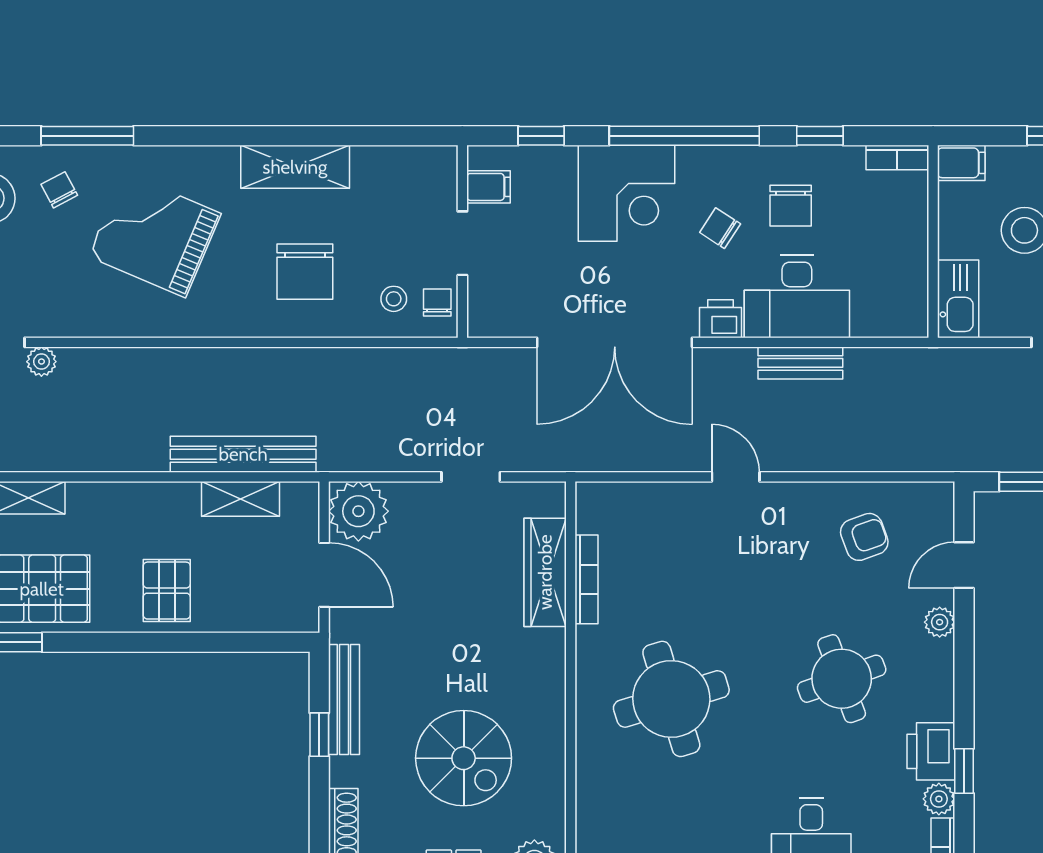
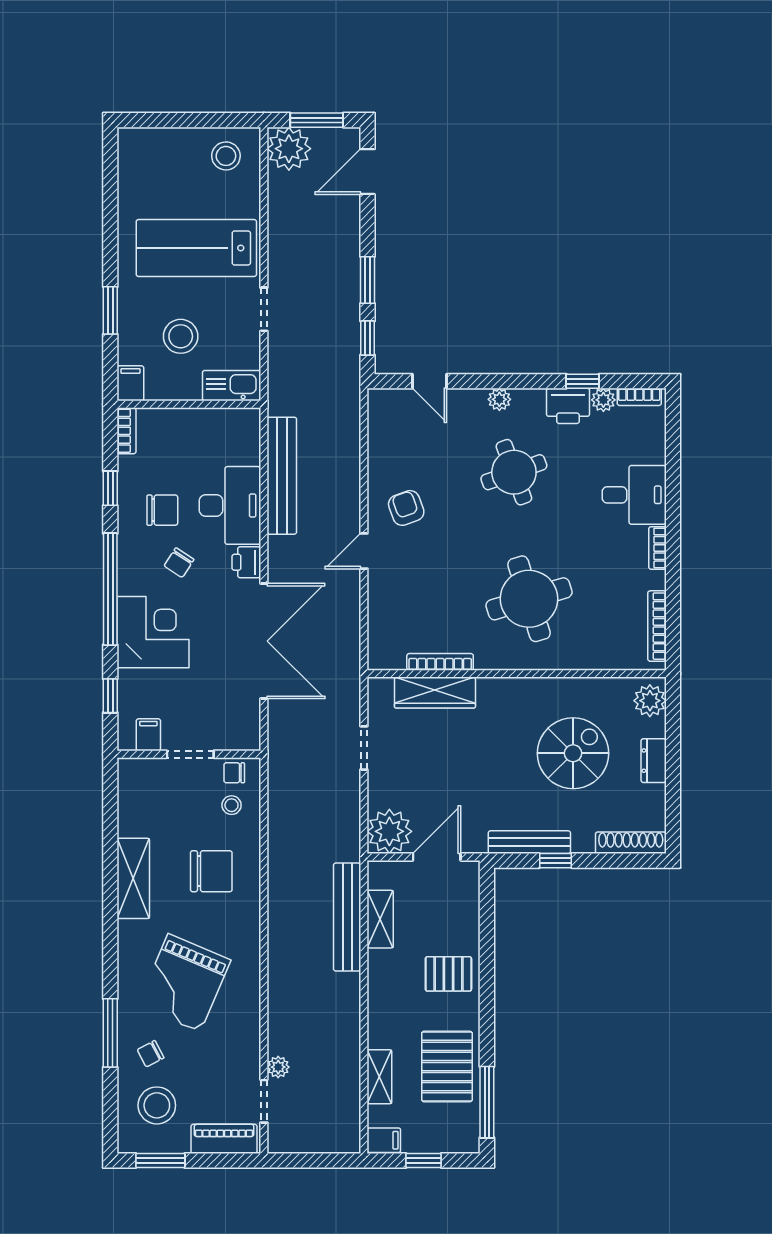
bench: (800, 363) -> (282, 476), width x1.86, depth x1.21
armchair: (864, 537) -> (406, 508), moved
plant: (940, 622) -> (499, 399), moved

